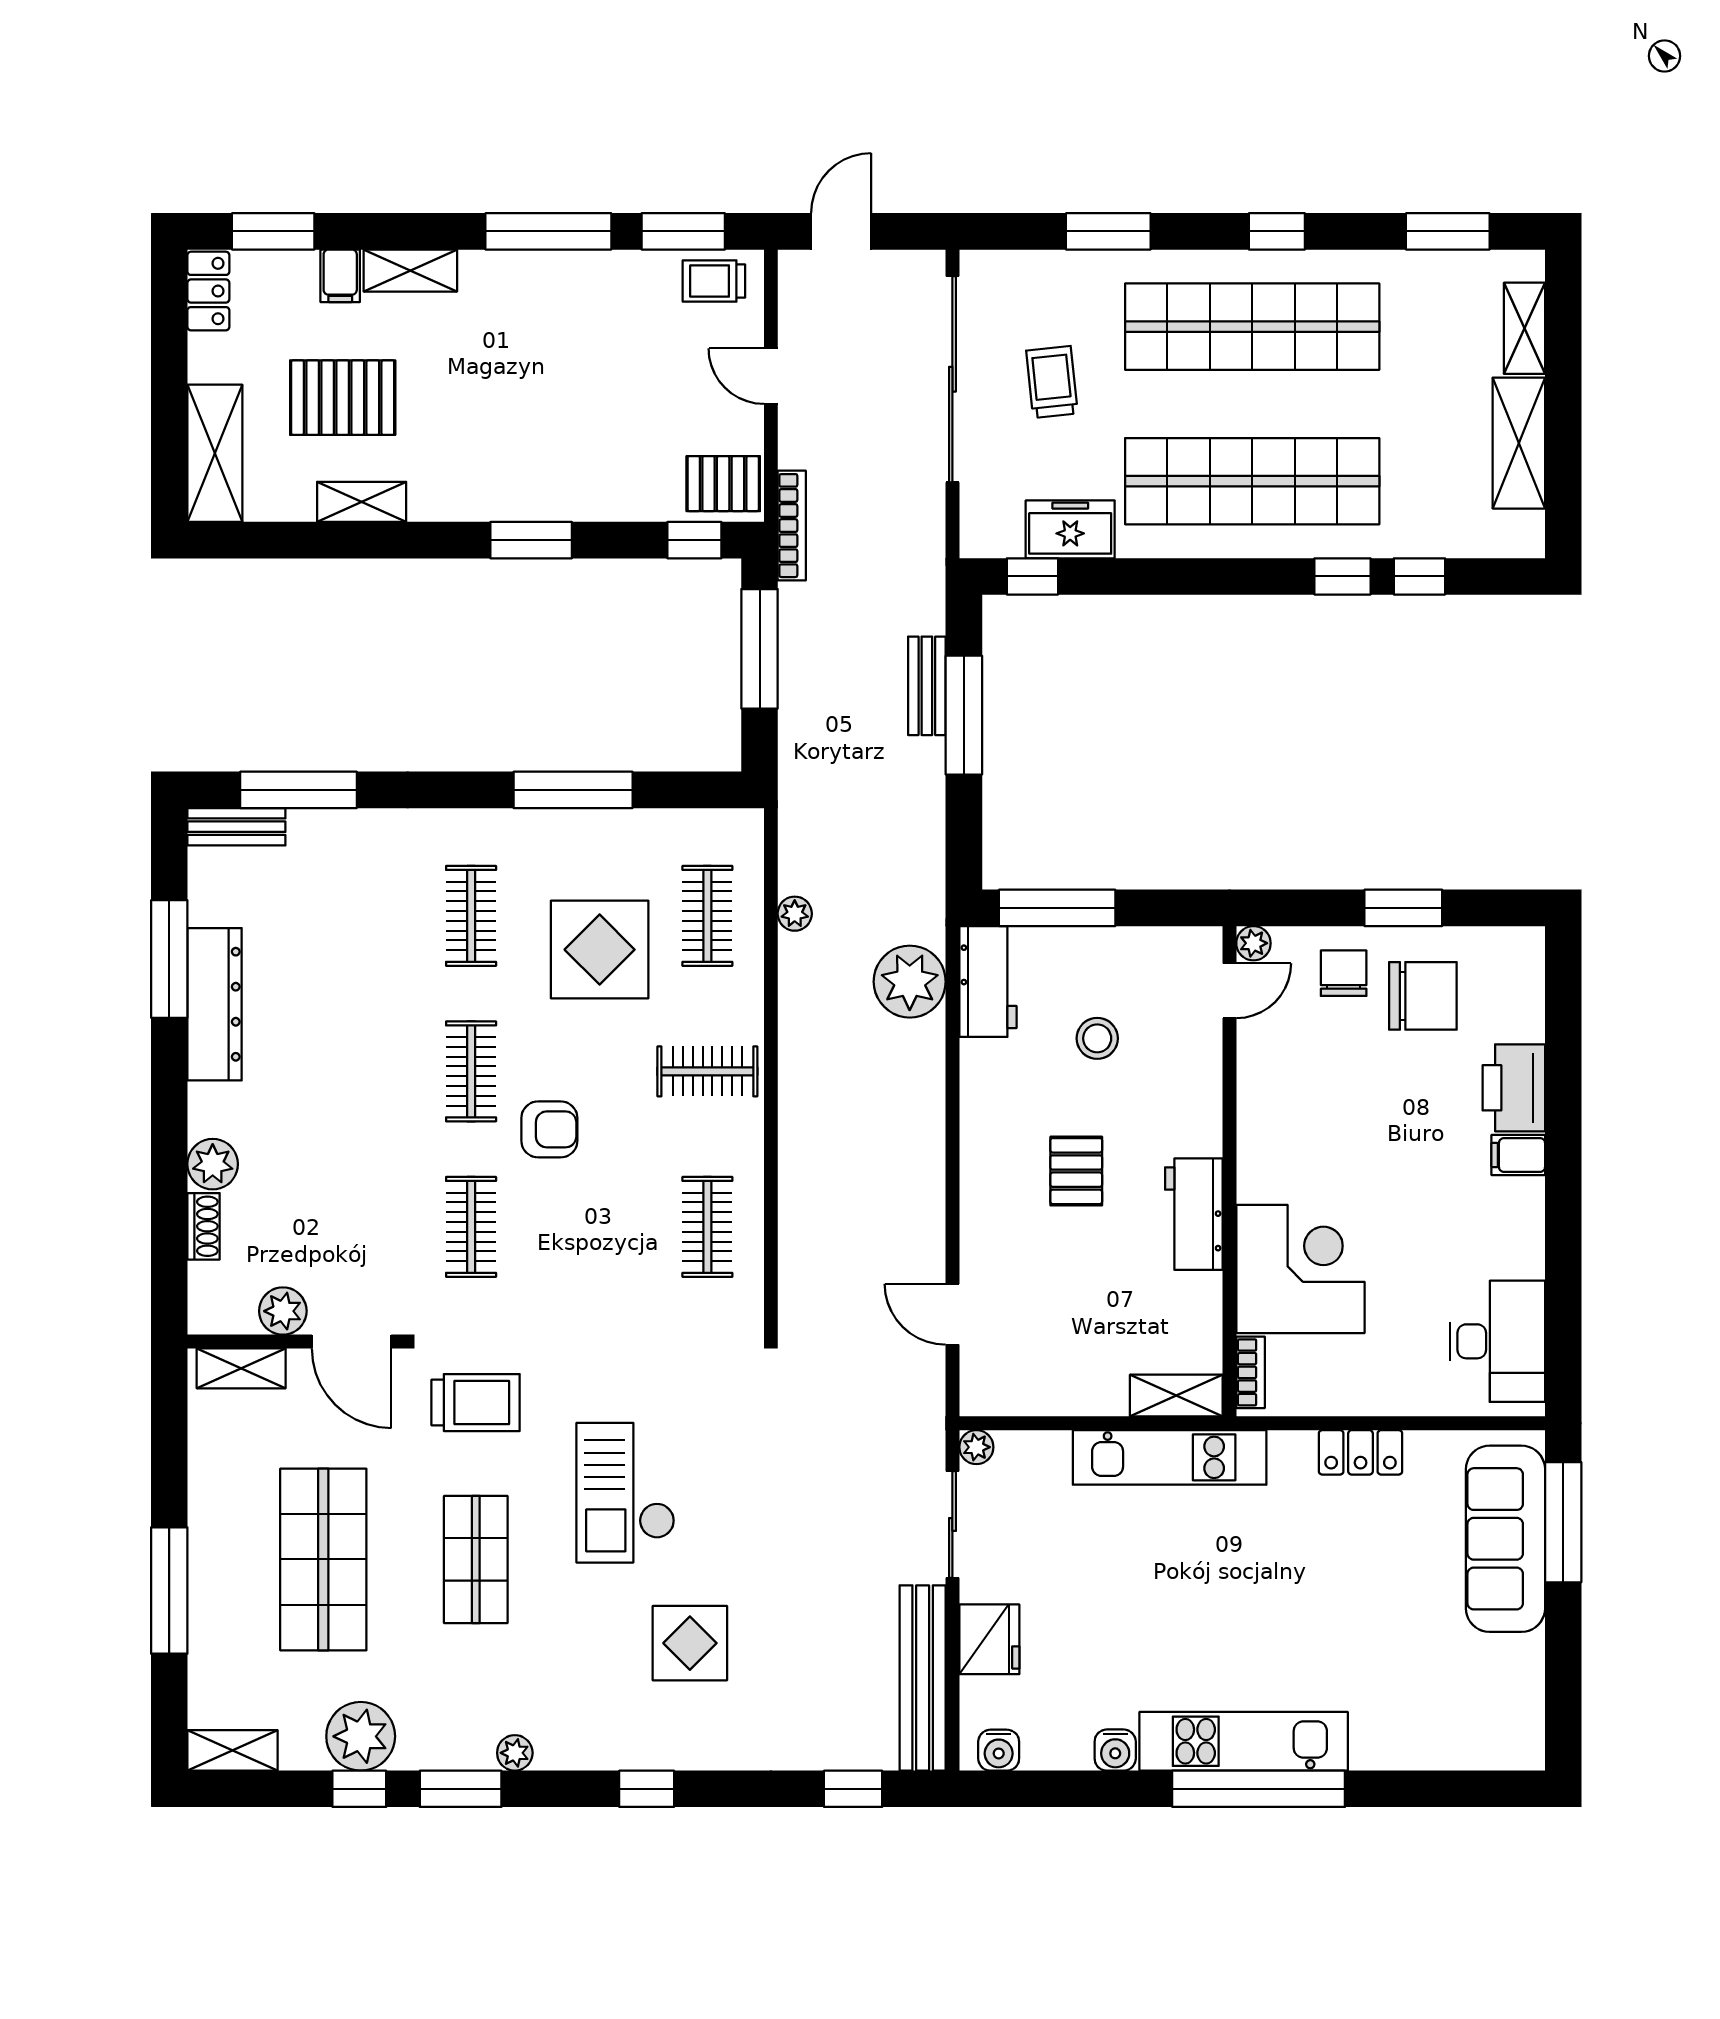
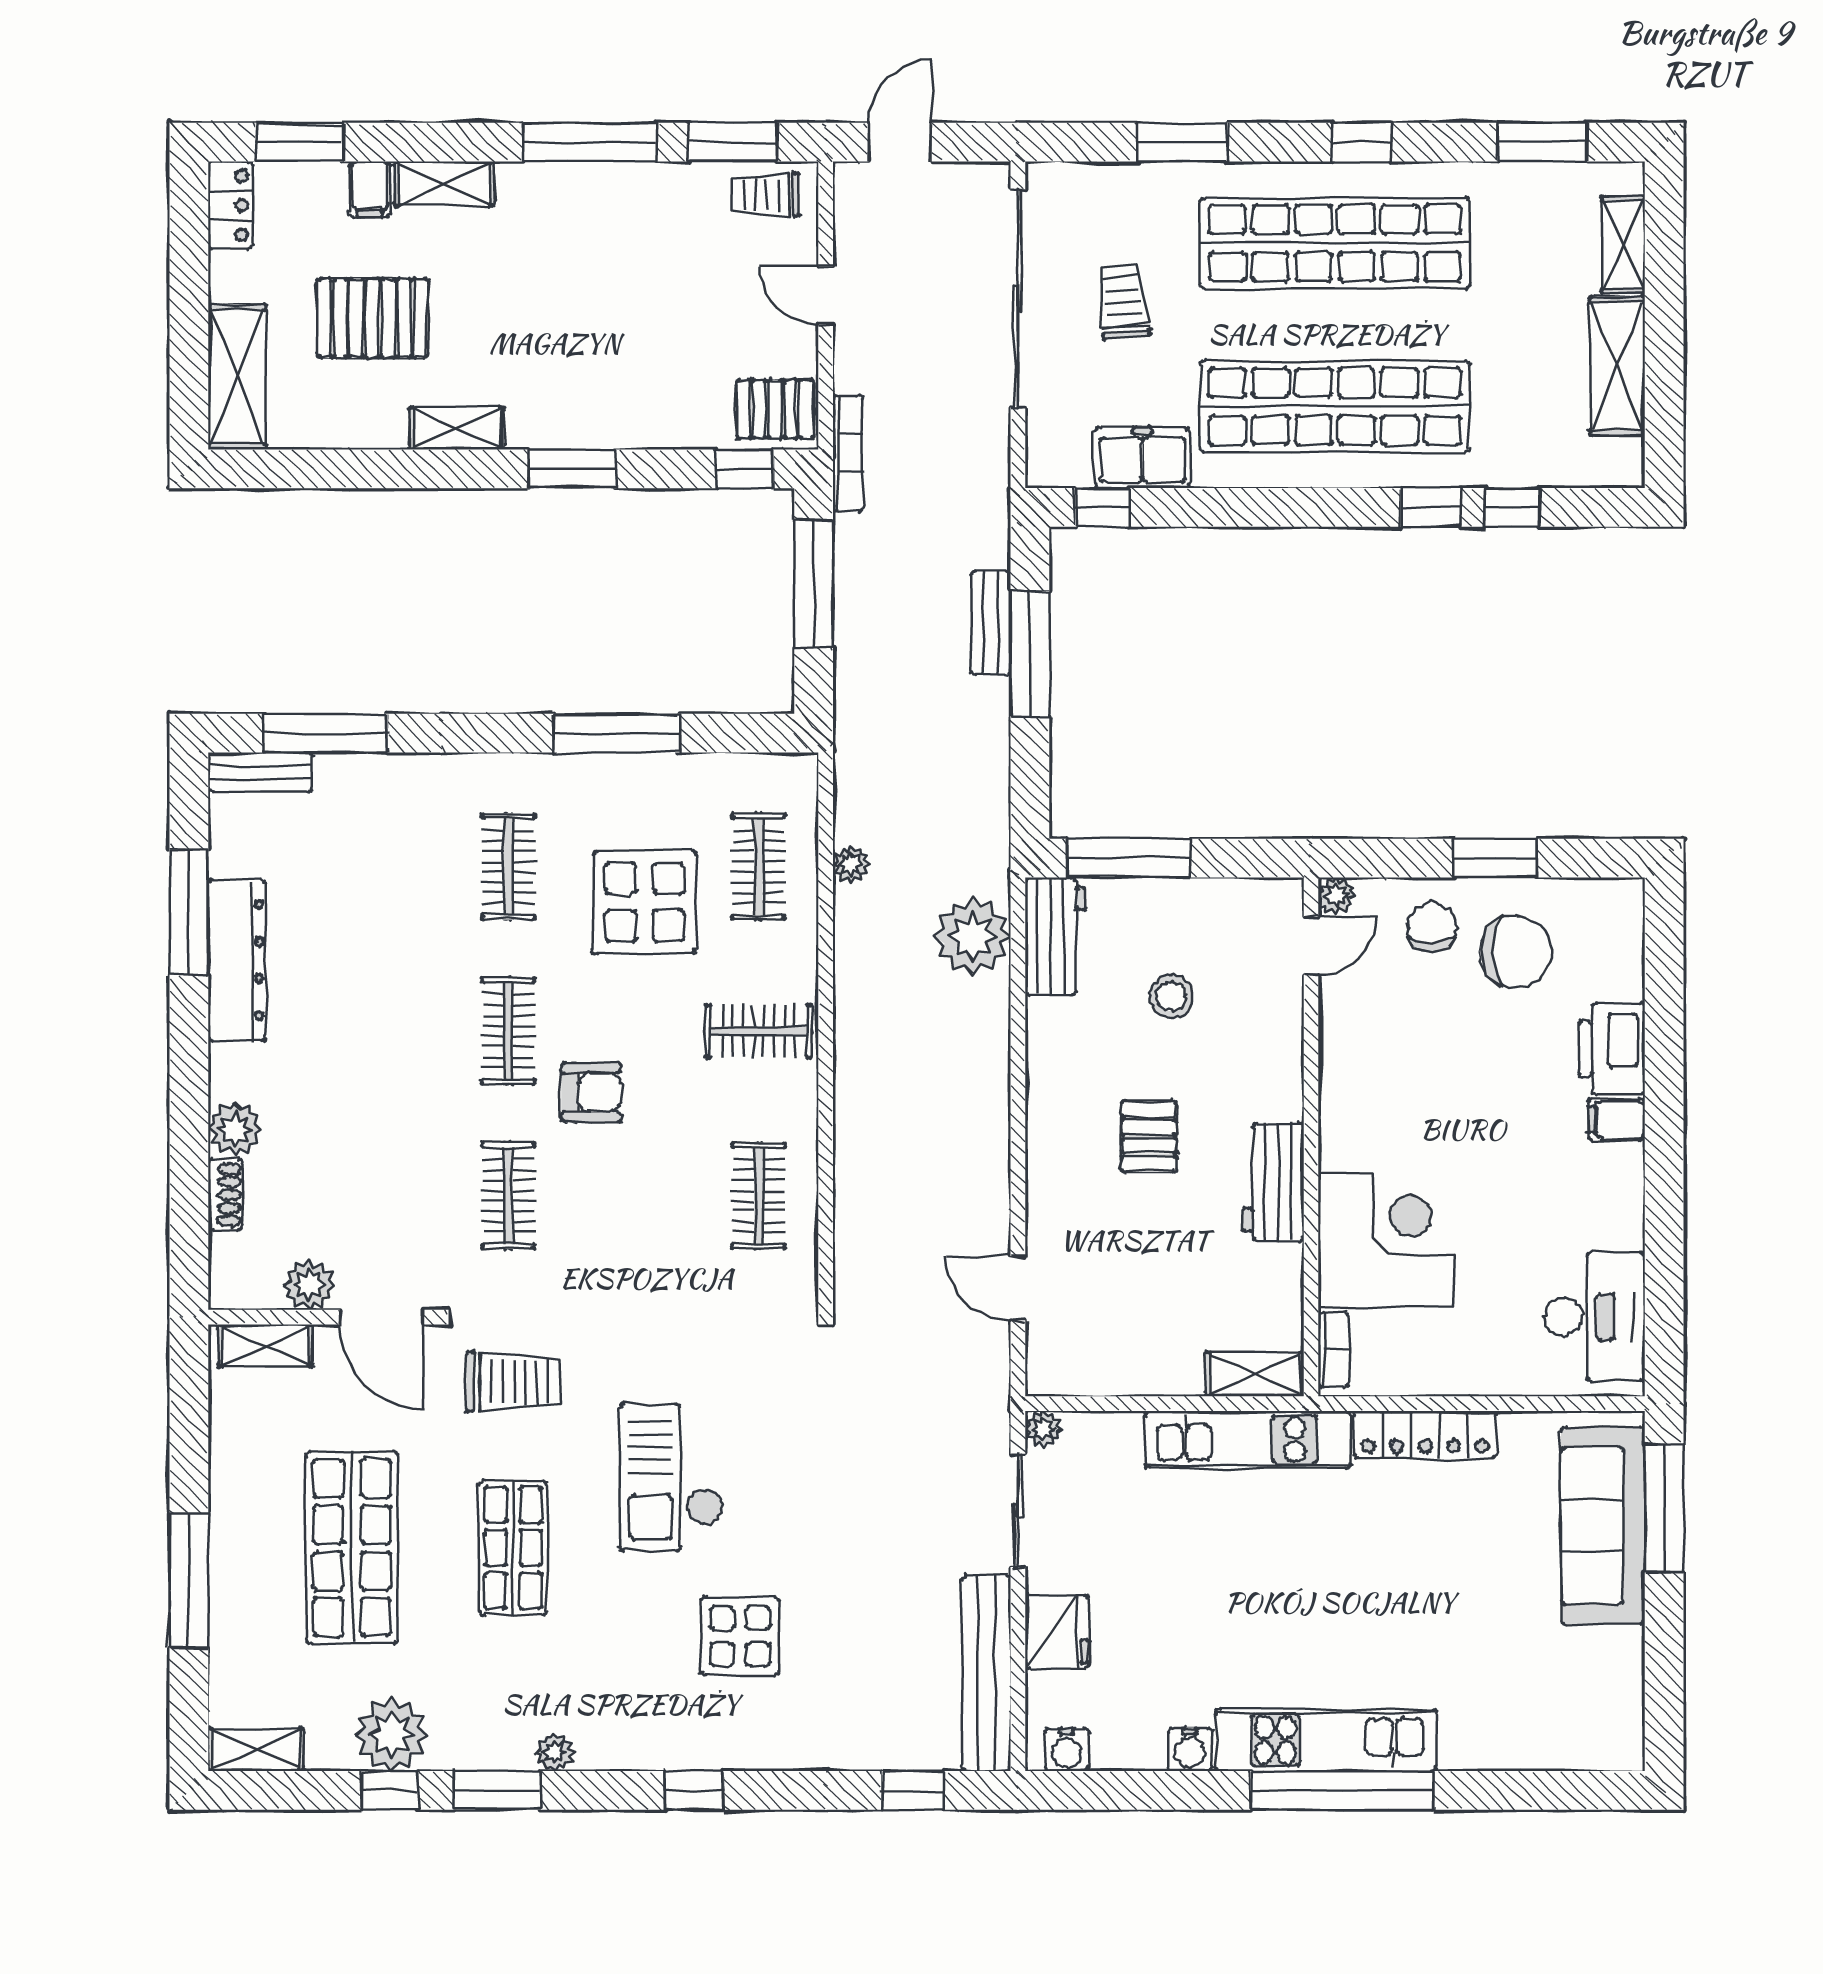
shelving: (362, 502) -> (456, 428), moved
locker: (1361, 1452) -> (1425, 1434), width x1.53

